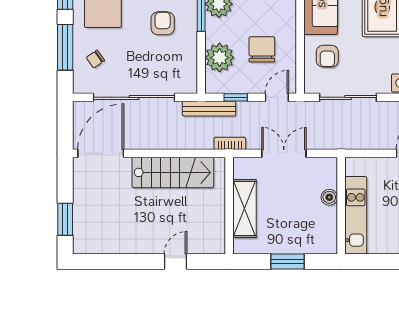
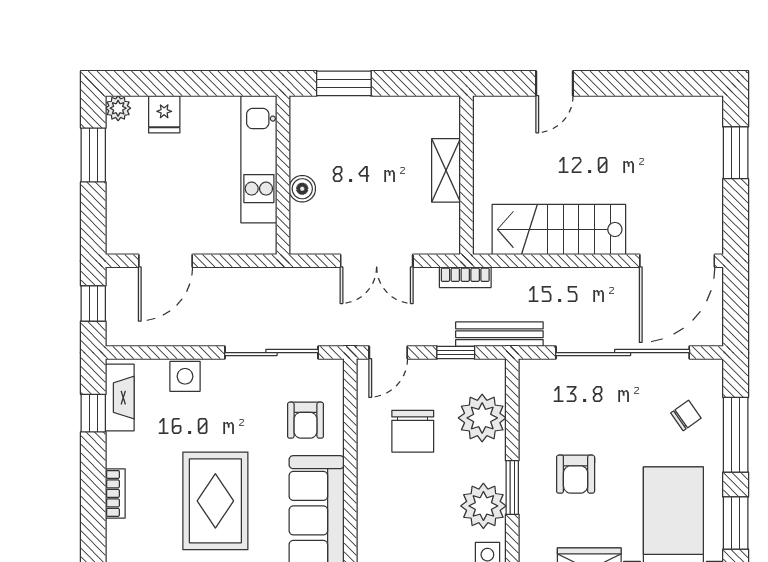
armchair: (327, 56) -> (305, 420), turned 180
shelving: (245, 208) -> (446, 170), width x0.67, depth x0.75
window: (288, 262) -> (344, 83), moved

